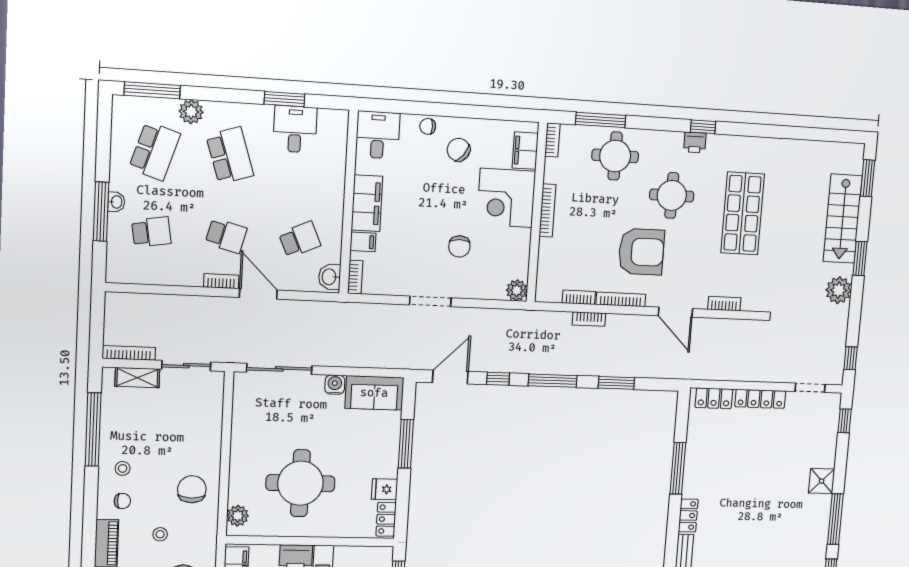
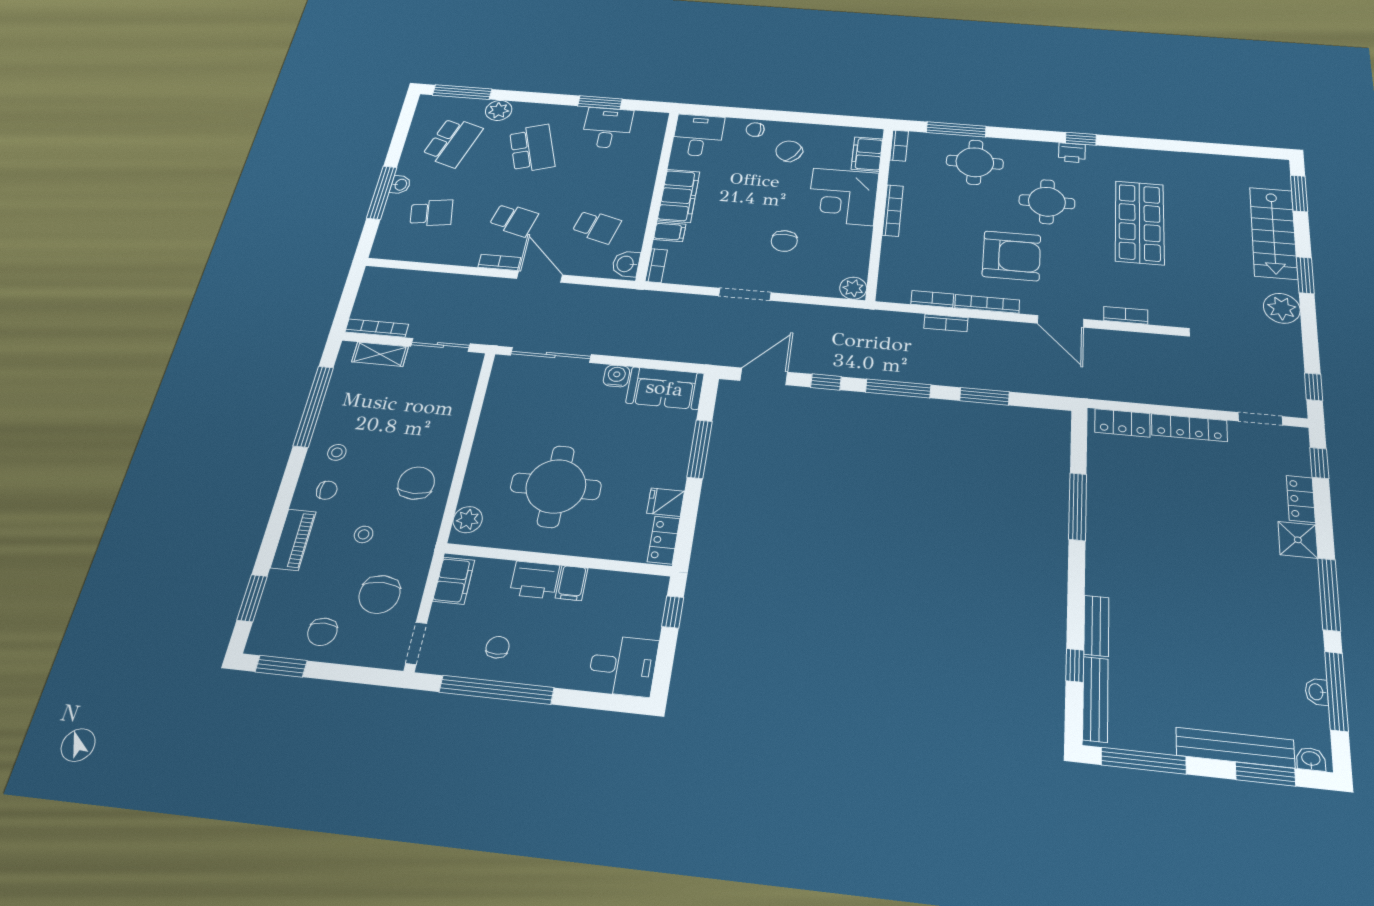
school desk: (300, 239) -> (597, 227), turned 39
locker: (688, 515) -> (1301, 499), moved, turned 180

